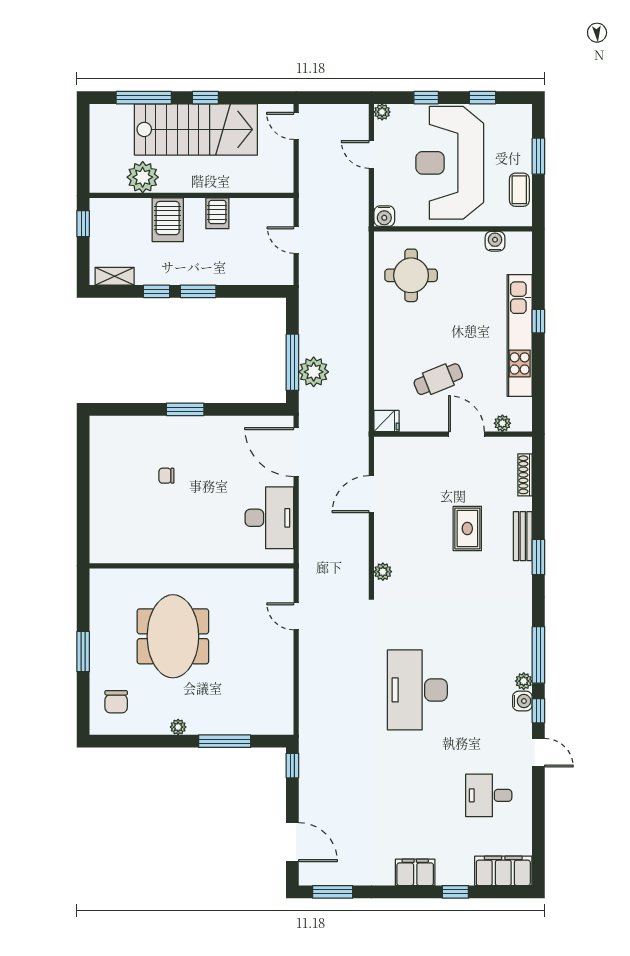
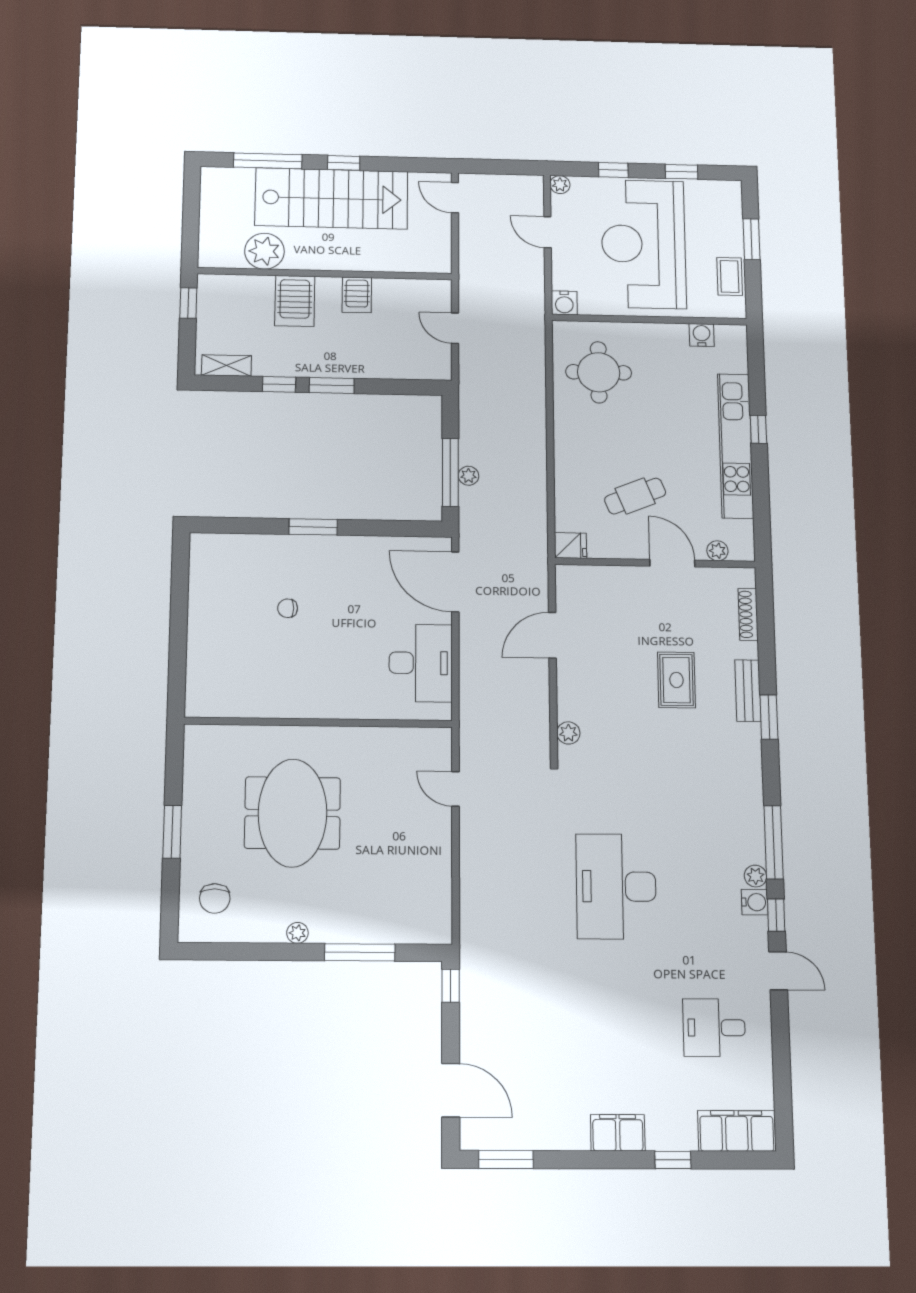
plant: (314, 372) -> (469, 476), width x0.53, depth x0.53

